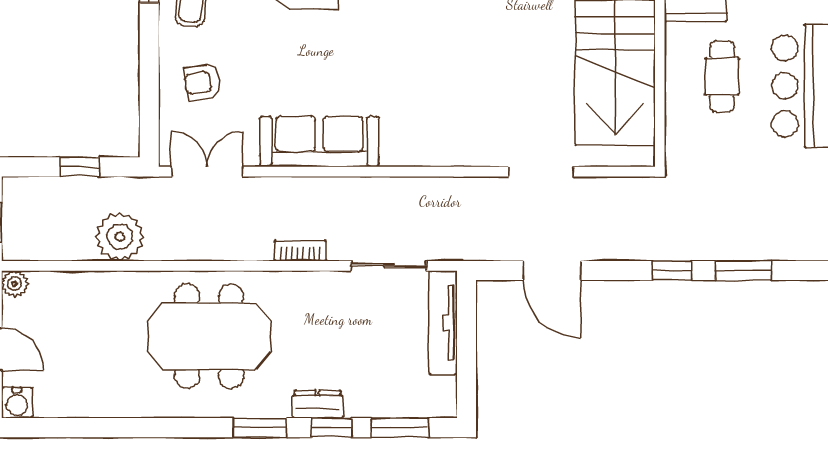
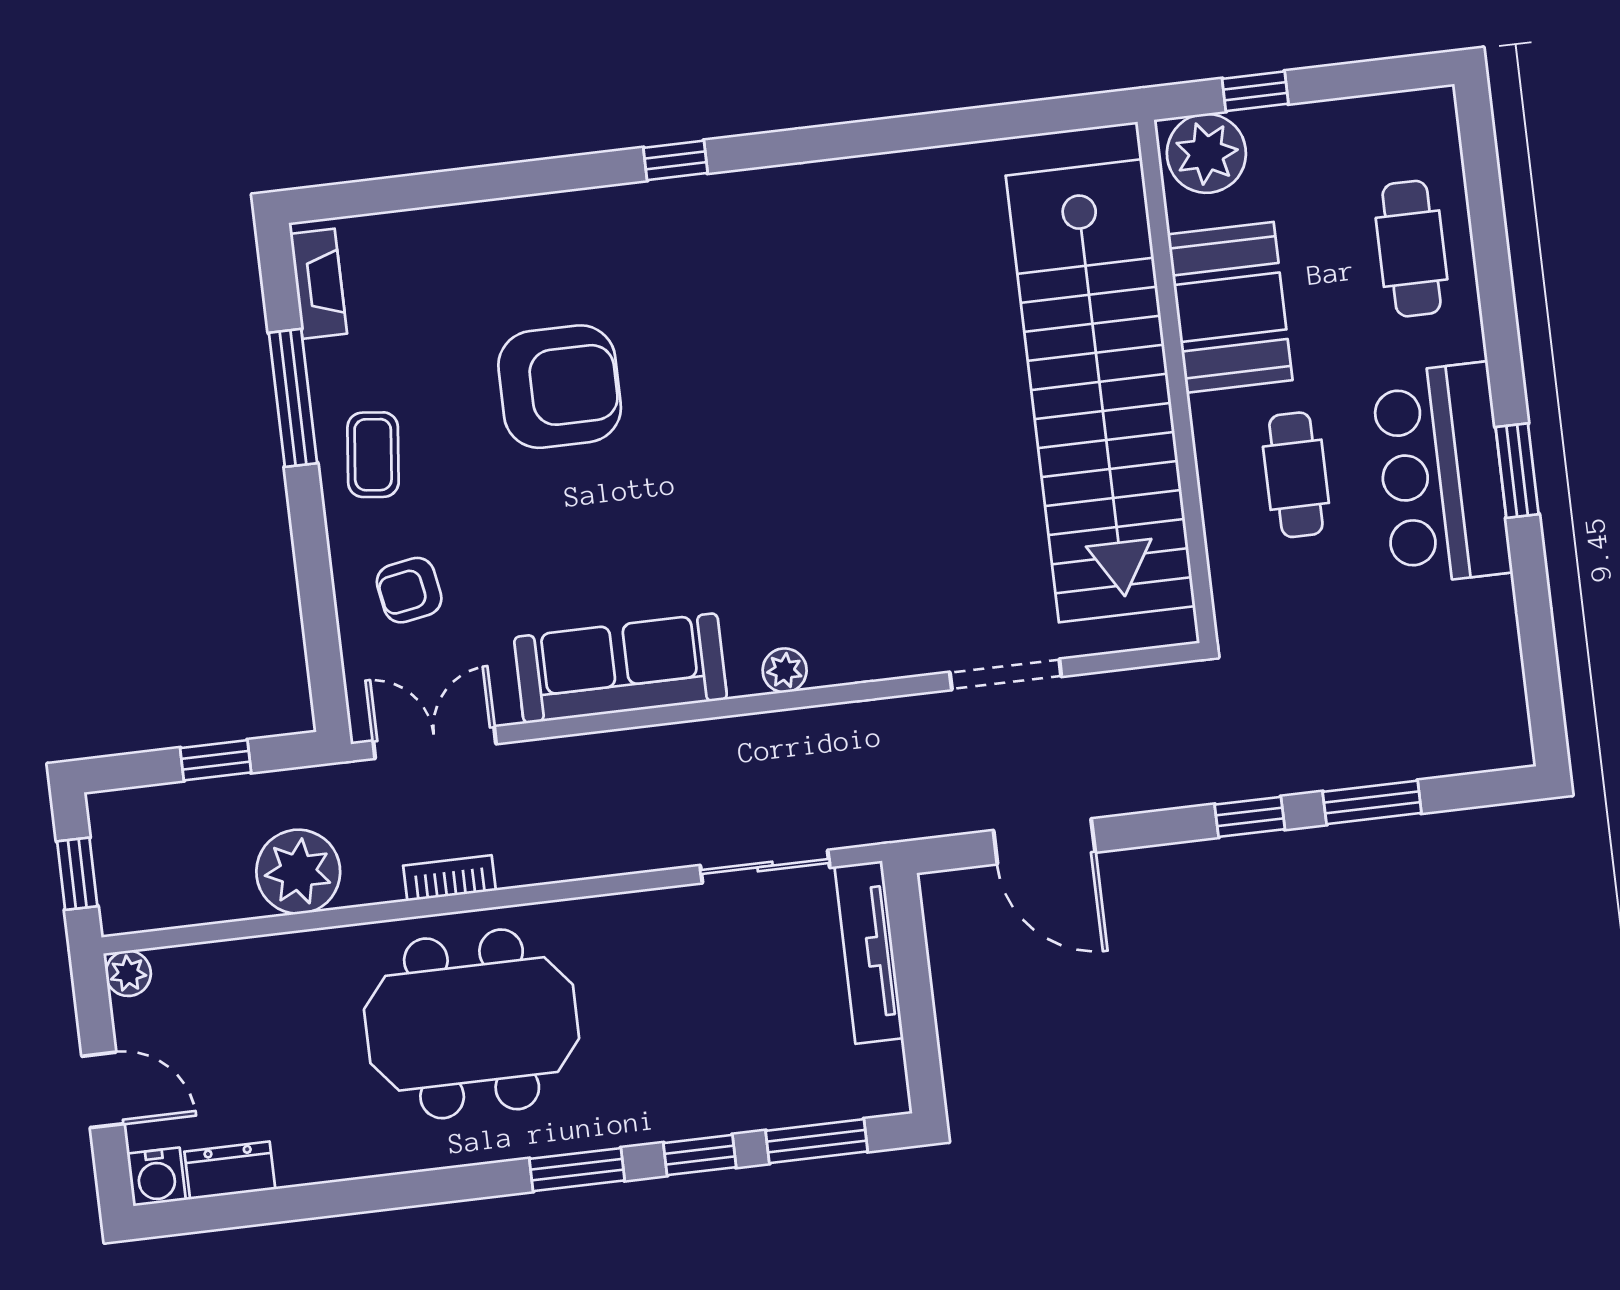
plant: (414, 154) -> (785, 670), added
bookcase: (300, 251) -> (449, 878), moved
dresser: (318, 404) -> (230, 1170), moved

